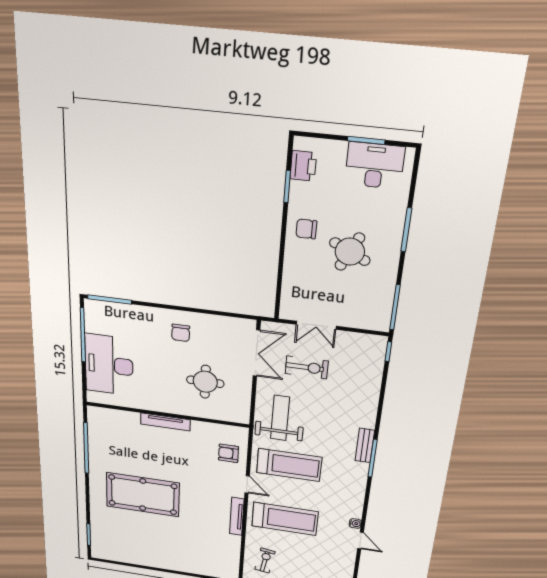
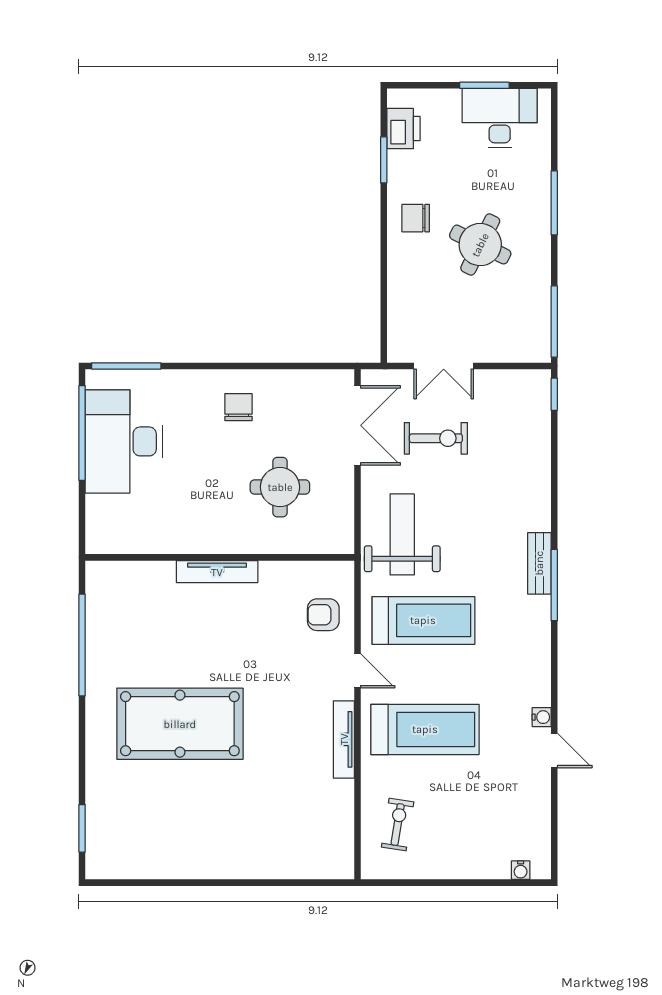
chair: (181, 333) -> (238, 407), turned 180
desk: (109, 365) -> (124, 441), moved

